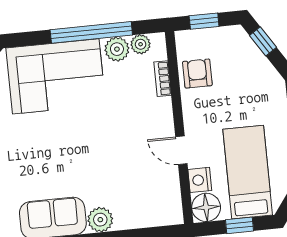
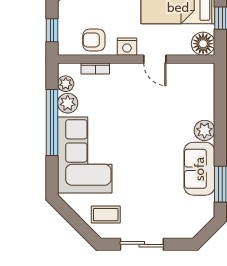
door: (181, 150) -> (155, 59), hinge flipped
nightstand: (200, 180) -> (127, 47), moved

